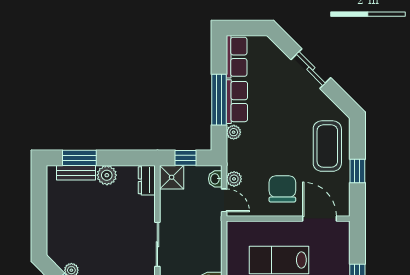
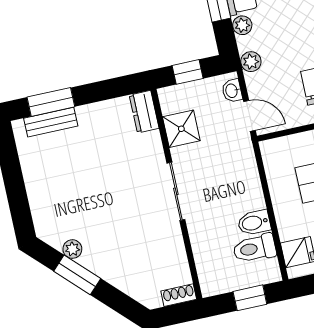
plant: (107, 175) -> (91, 117), removed
shower: (172, 177) -> (181, 129), moved
plant: (234, 179) -> (251, 62), moved

